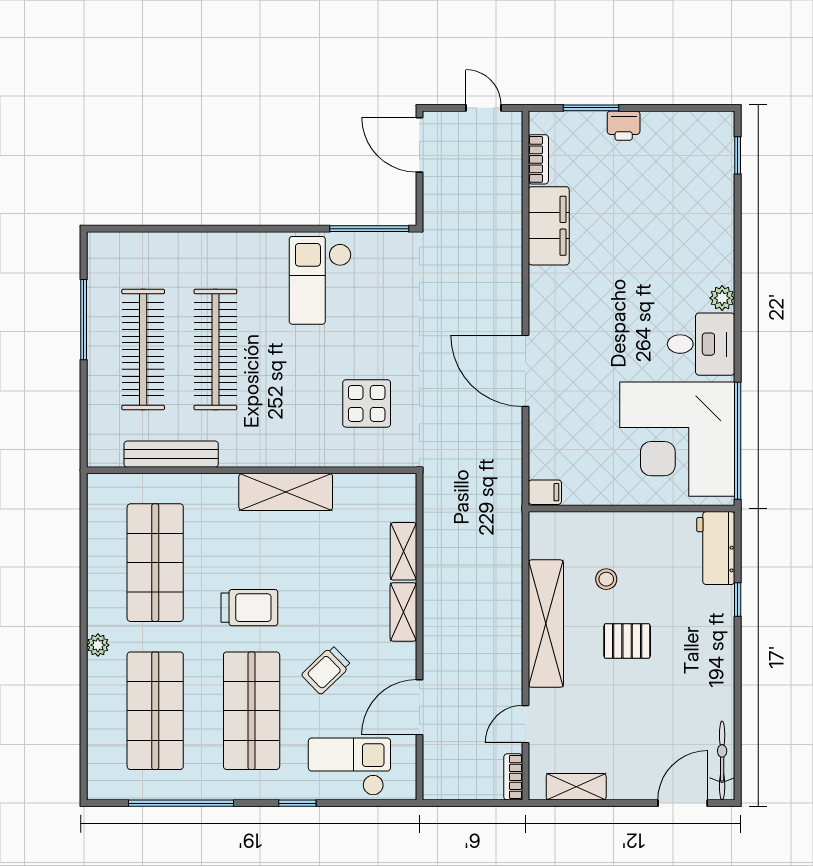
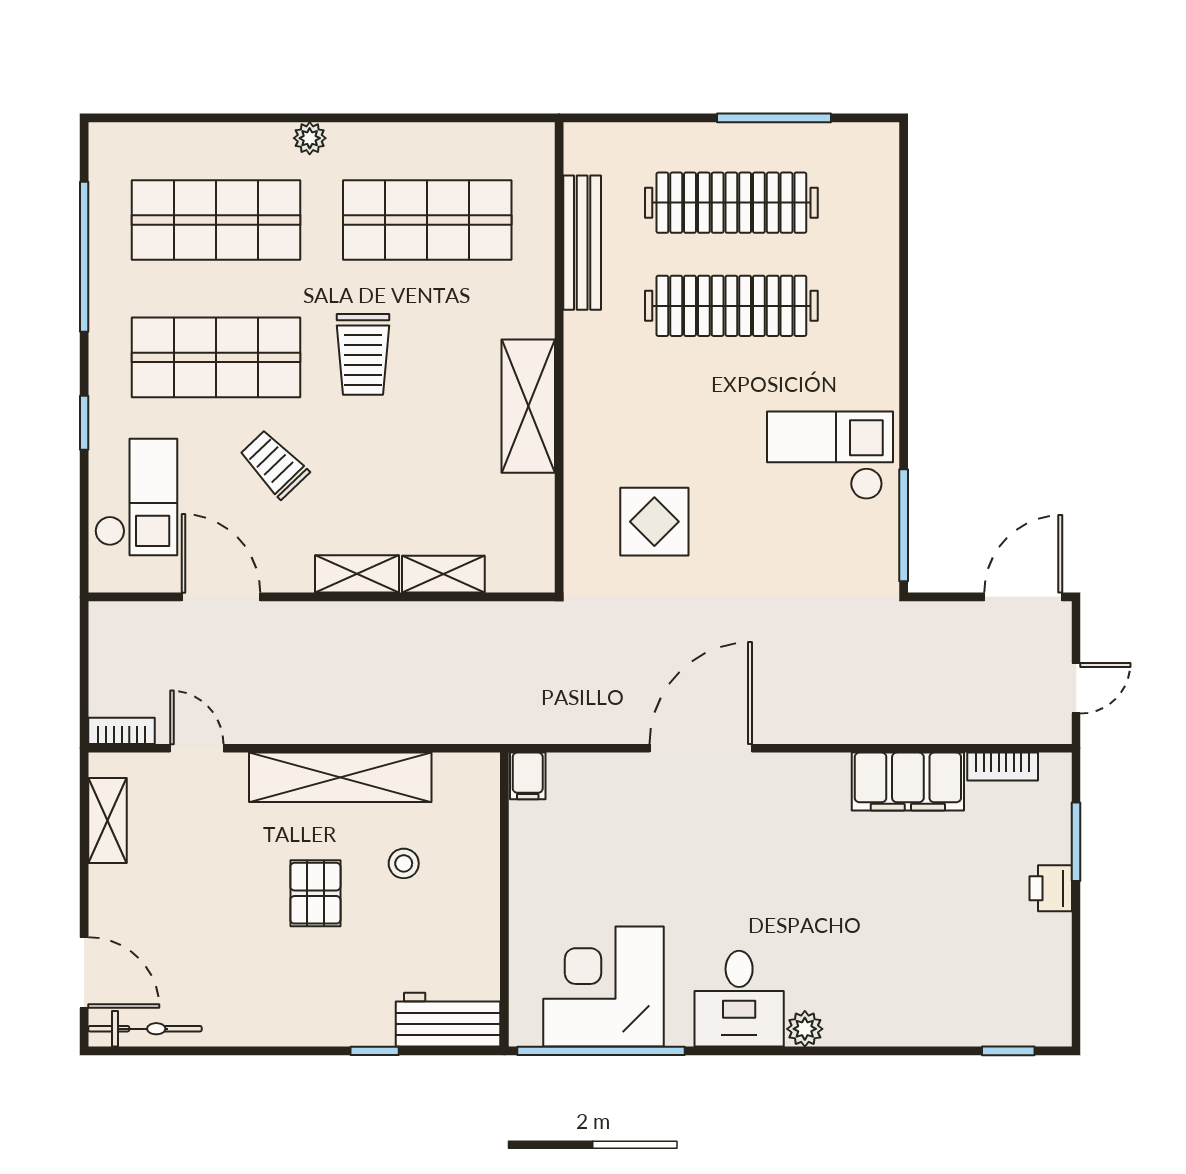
corner desk: (677, 439) -> (603, 987), width x0.74, depth x0.74

